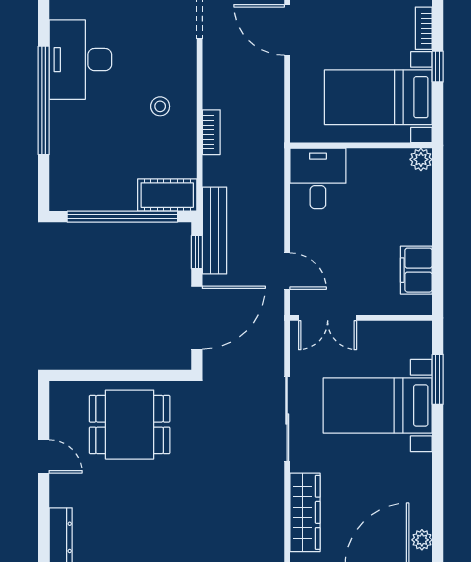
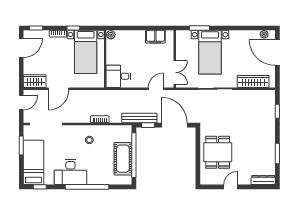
cot: (167, 195) -> (123, 159), moved, width x1.37, depth x1.34

